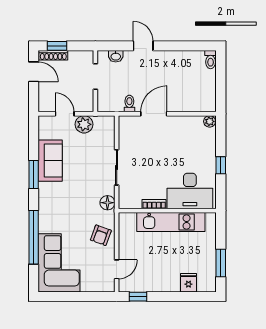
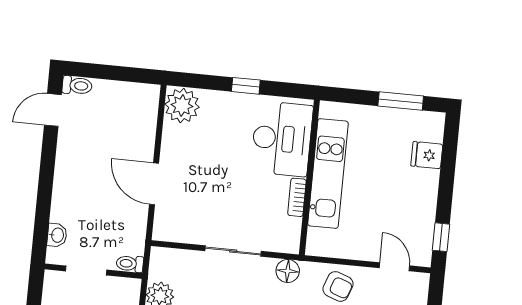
door: (143, 46) -> (53, 110), moved
toilet: (129, 104) -> (130, 264), moved
plant: (210, 121) -> (182, 106), width x1.87, depth x1.87

